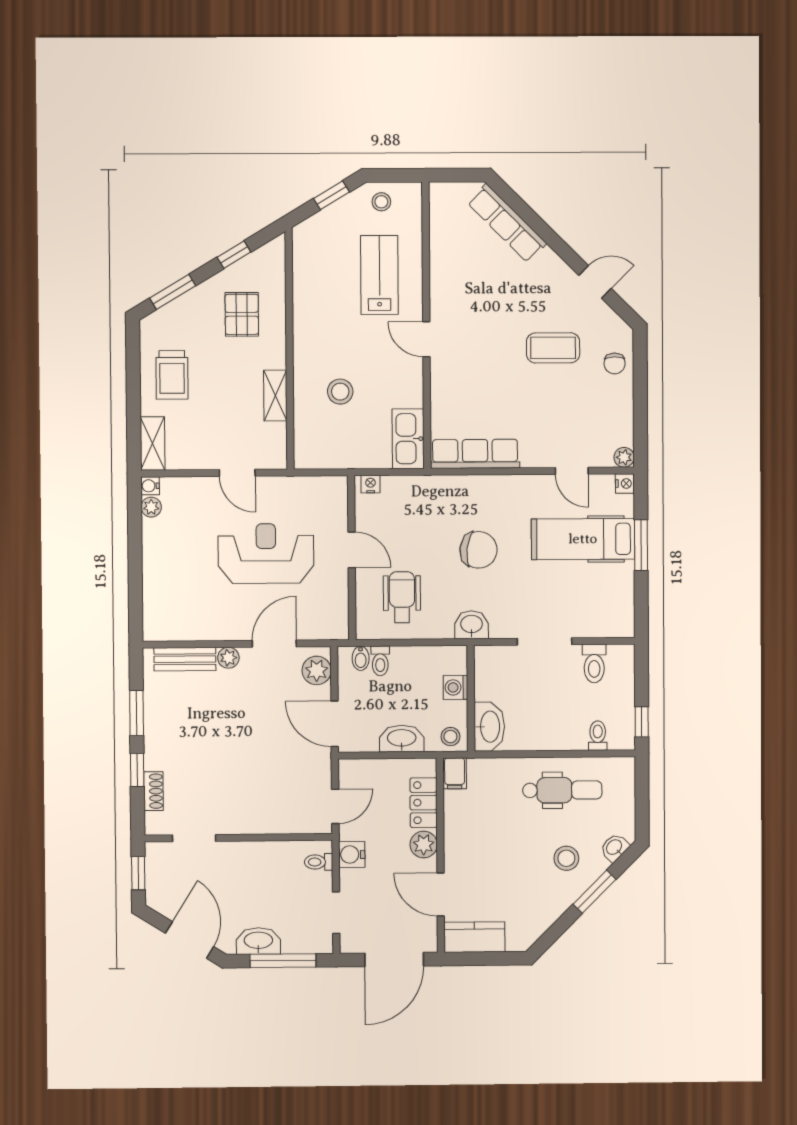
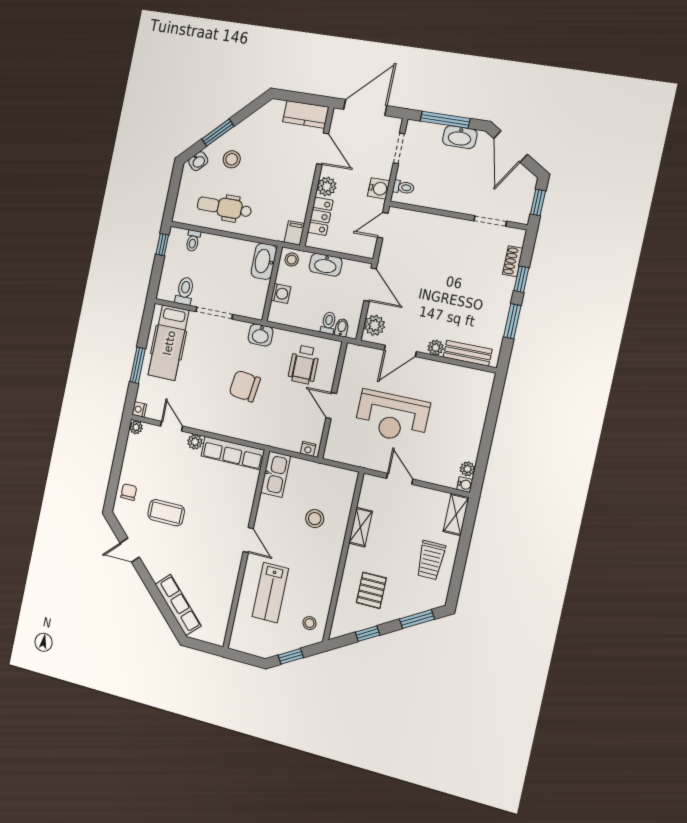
stool: (381, 202) -> (309, 623), moved
trolley: (172, 375) -> (431, 560), turned 180
plant: (533, 457) -> (195, 442), added
hospital bed: (583, 539) -> (169, 343), moved, turned 90

